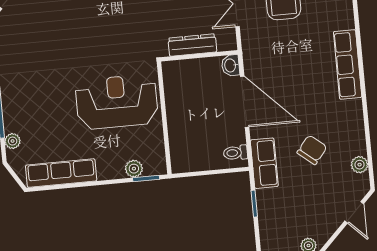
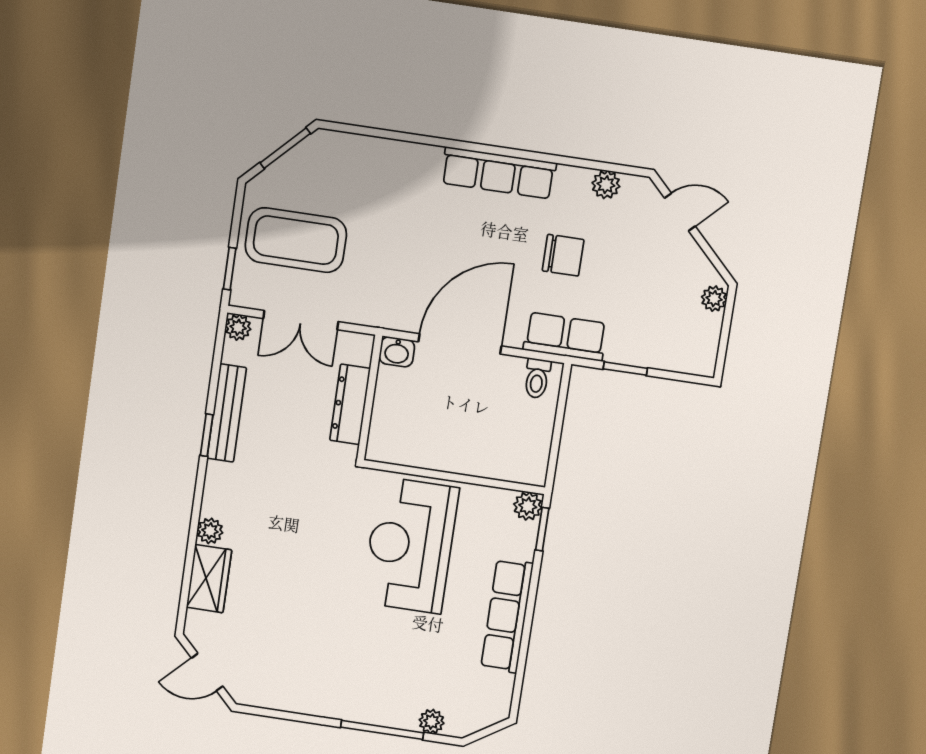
row of seats: (348, 64) -> (499, 173), moved
chair: (312, 150) -> (563, 255), turned 141
plant: (134, 169) -> (528, 506), moved
row of seats: (61, 173) -> (507, 616), moved

